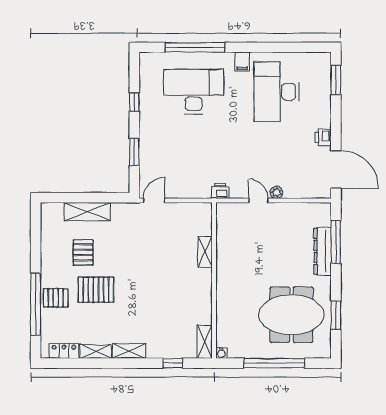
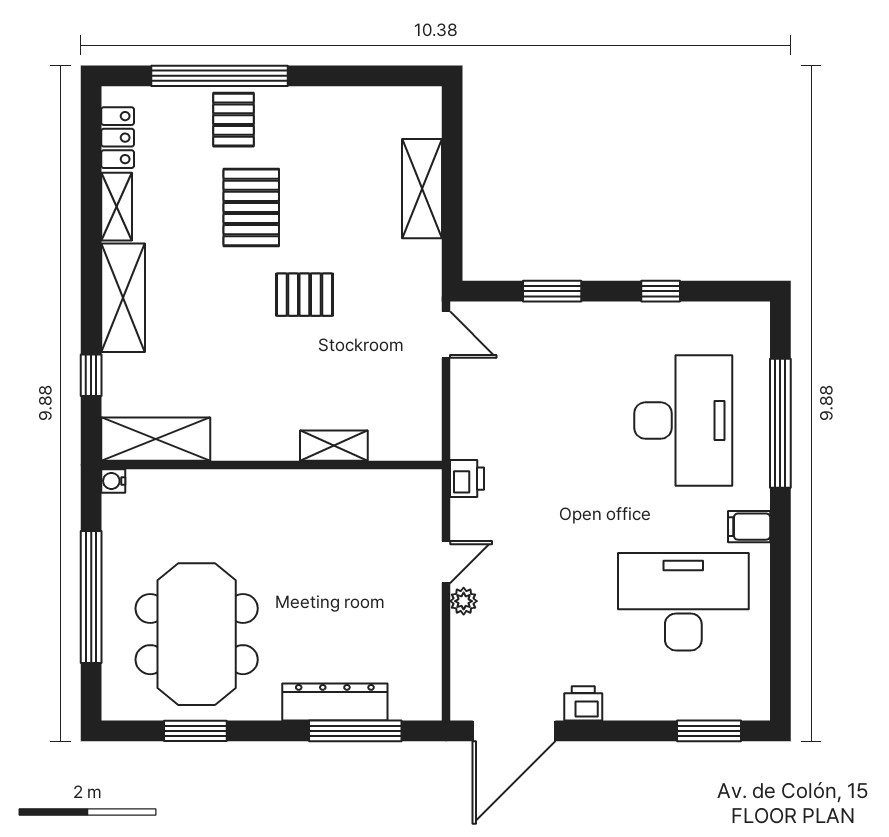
pallet: (83, 252) -> (304, 295), moved
shelving: (205, 342) -> (156, 439), width x1.50, depth x1.33
shelving: (129, 351) -> (123, 298), width x1.50, depth x1.33

